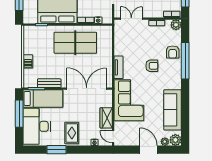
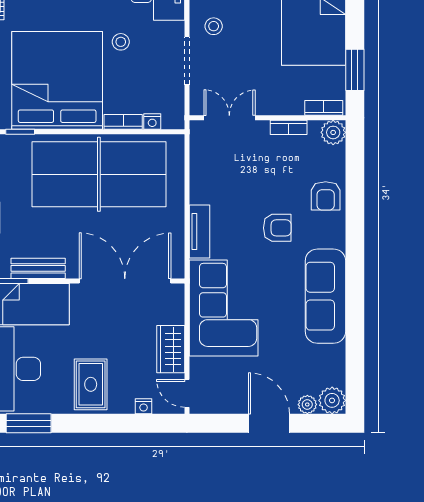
table tennis table: (75, 43) -> (99, 174), width x1.36, depth x1.32
window: (185, 61) -> (355, 216), removed
sofa: (173, 110) -> (325, 296), moved
window: (56, 150) -> (29, 423), moved

